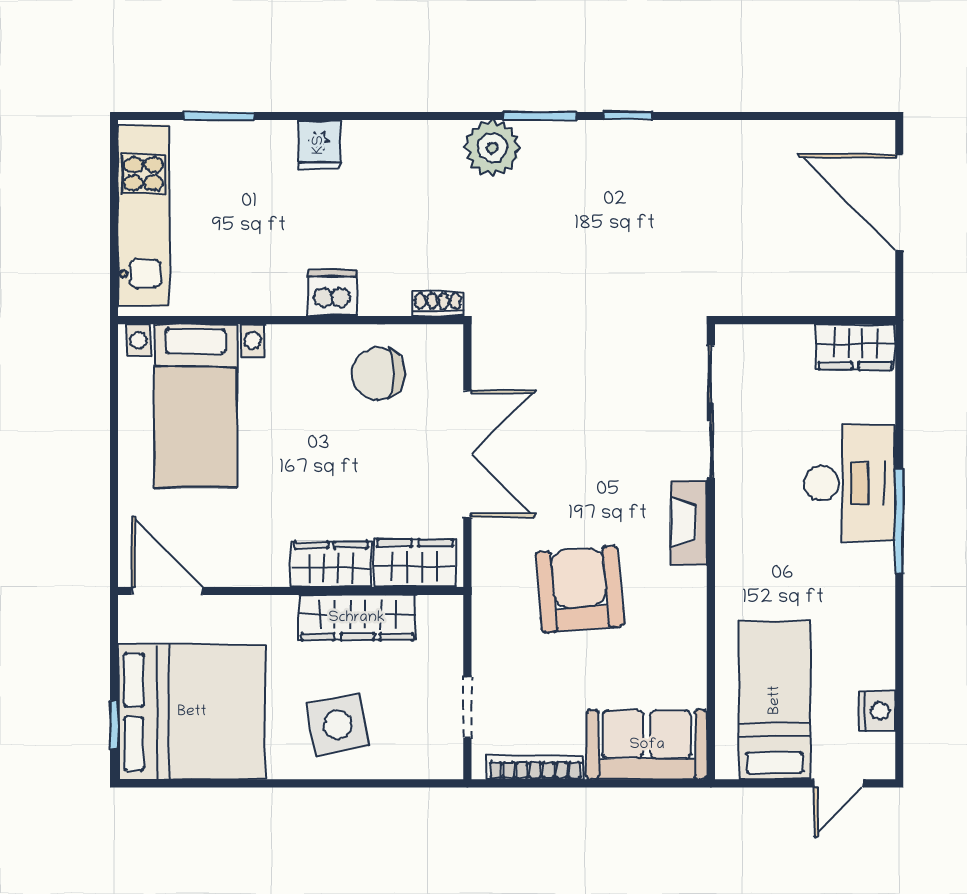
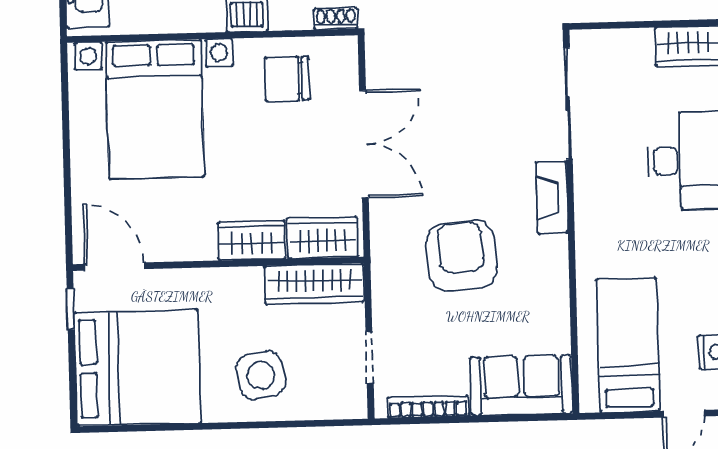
bed with nightstands: (196, 406) -> (155, 109), width x1.36
wardrobe: (357, 618) -> (314, 284), moved
window: (114, 725) -> (71, 309), moved

